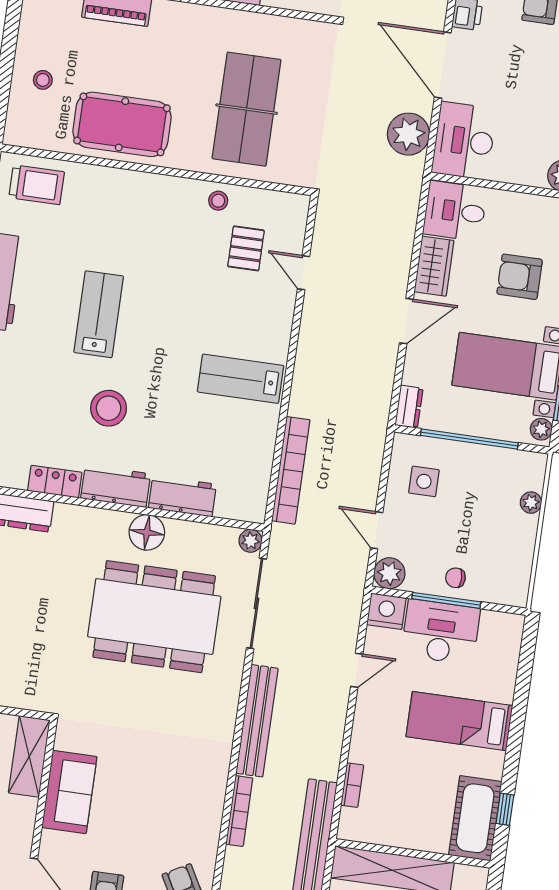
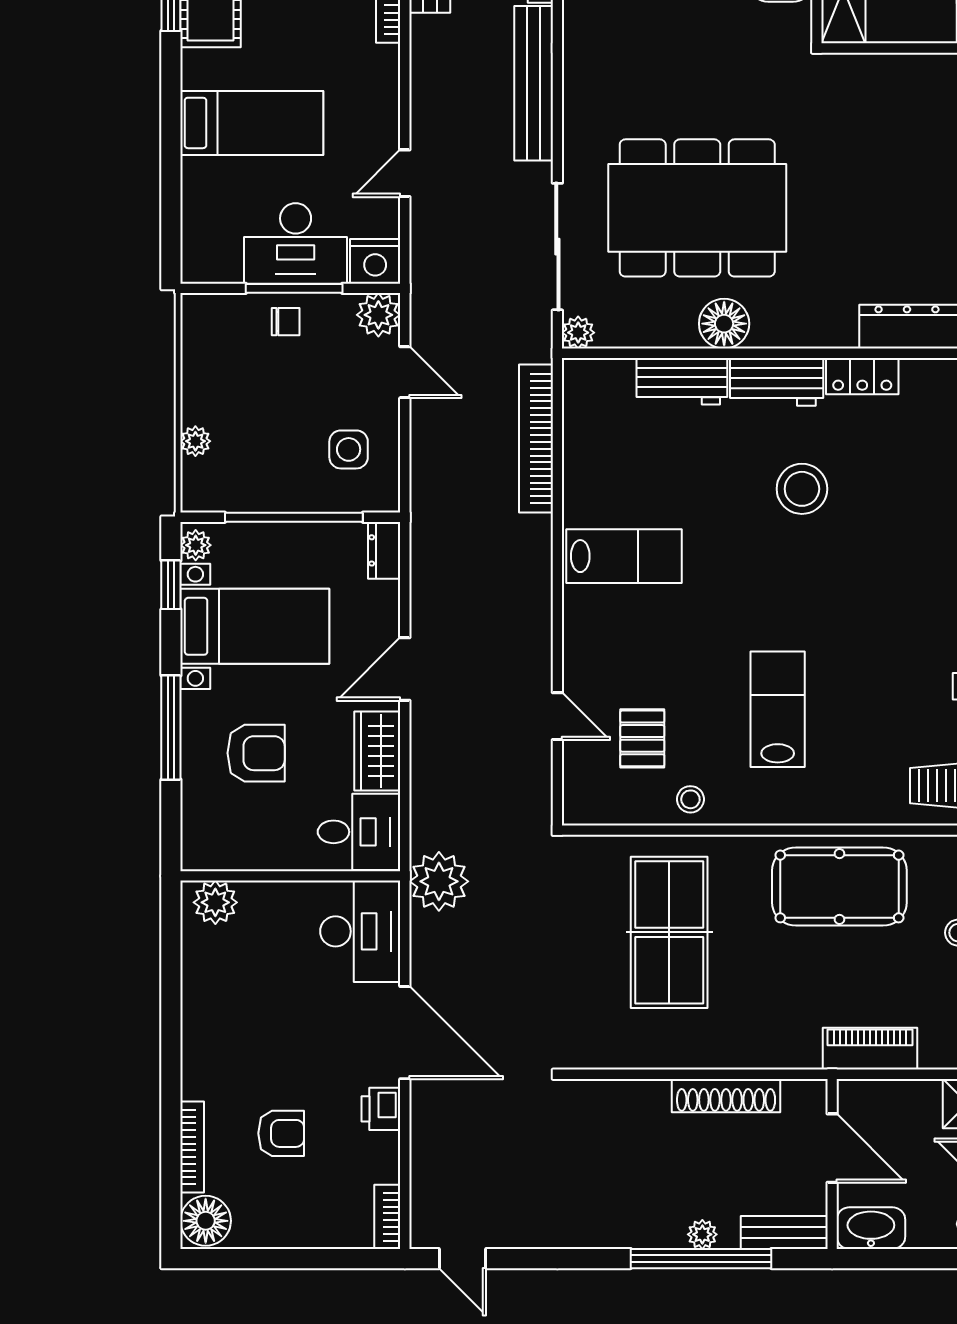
plant: (408, 134) -> (439, 881), moved
lab bench: (99, 314) -> (778, 709), moved, turned 180

